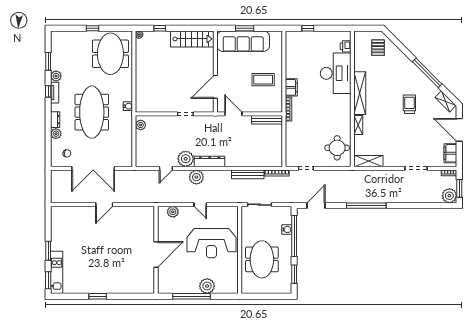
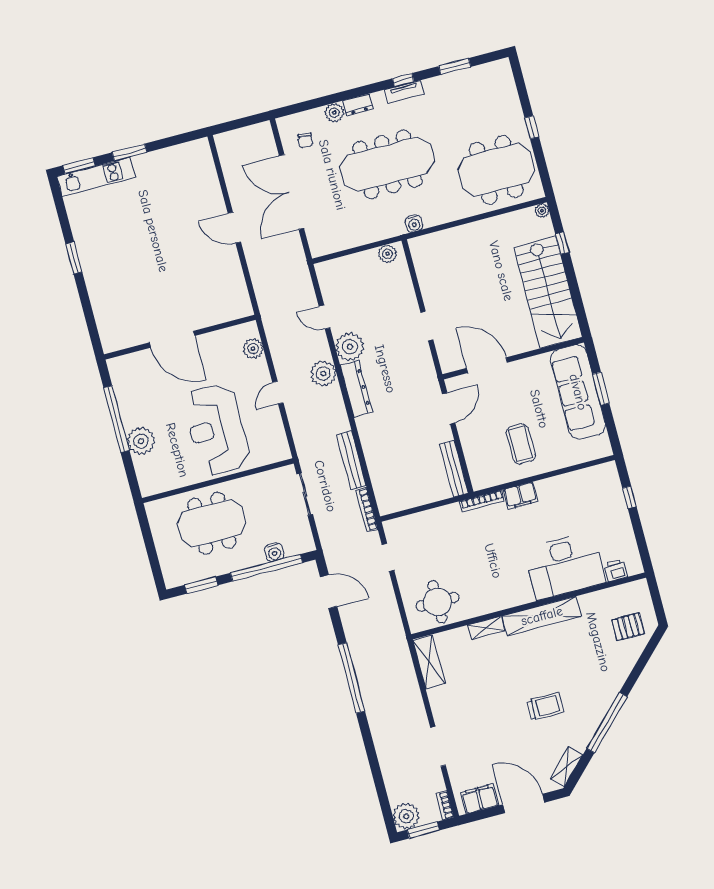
stairs: (192, 39) -> (548, 292), width x1.36, depth x1.51
plant: (56, 76) -> (433, 87), removed
door: (459, 130) -> (524, 803), hinge flipped

